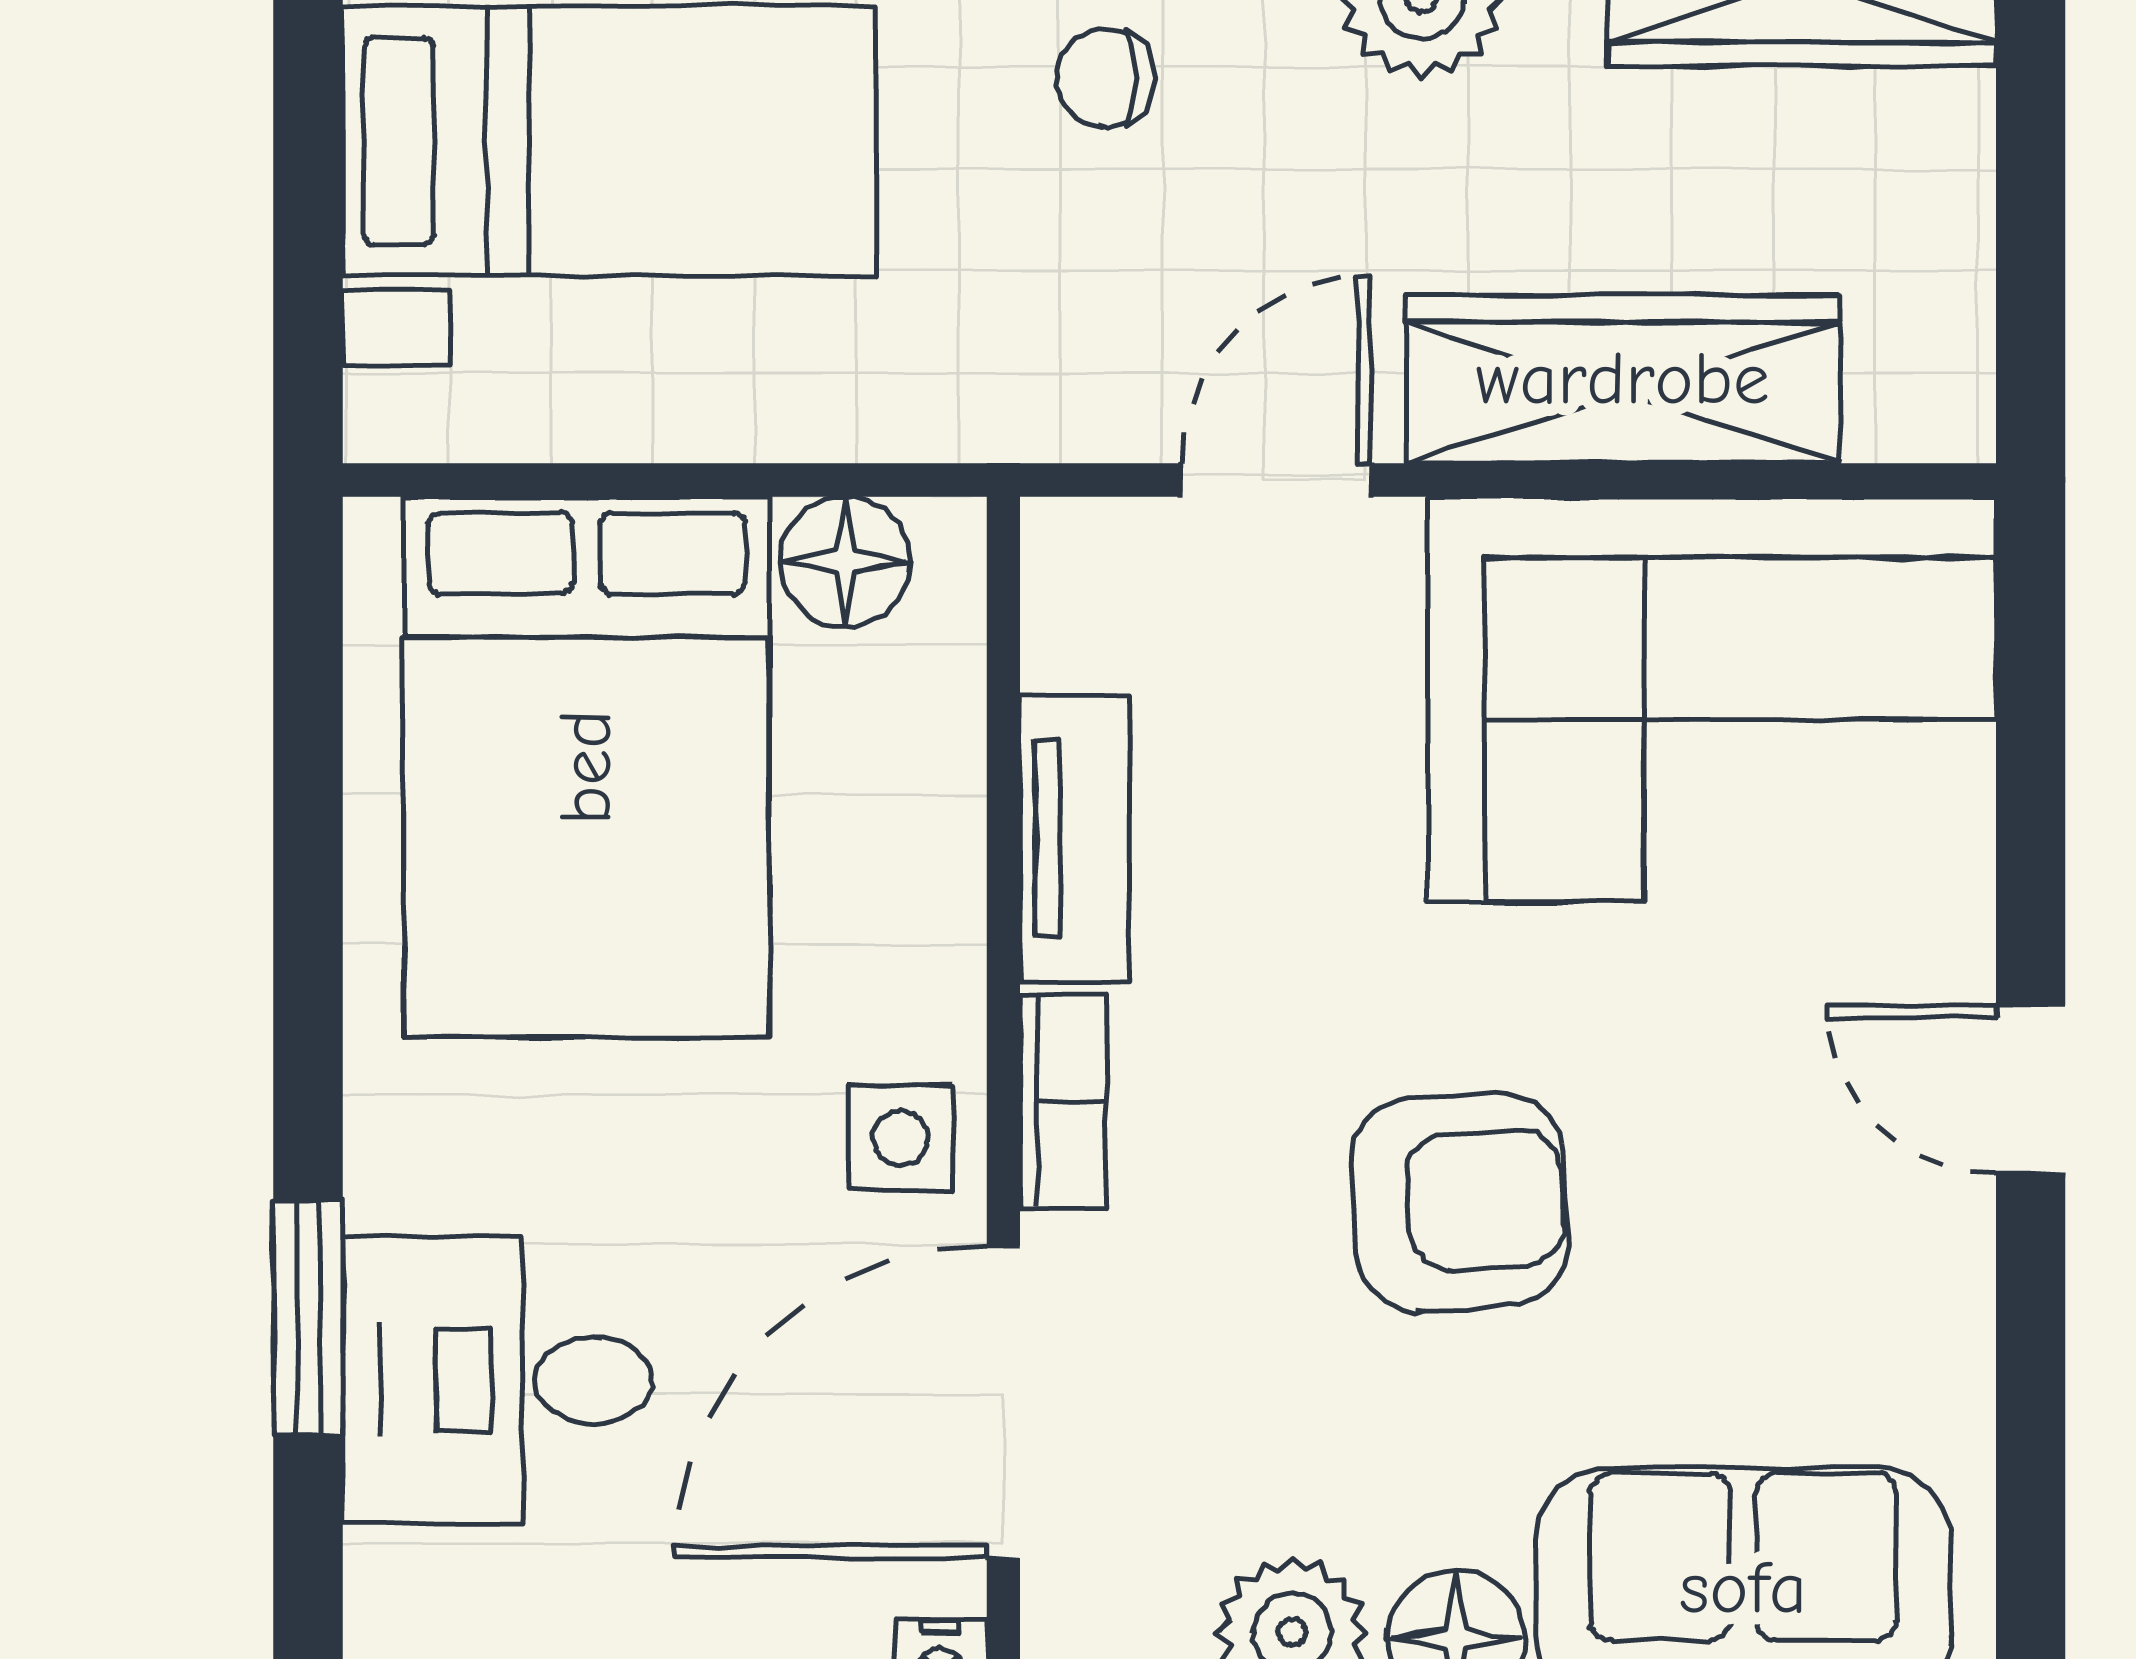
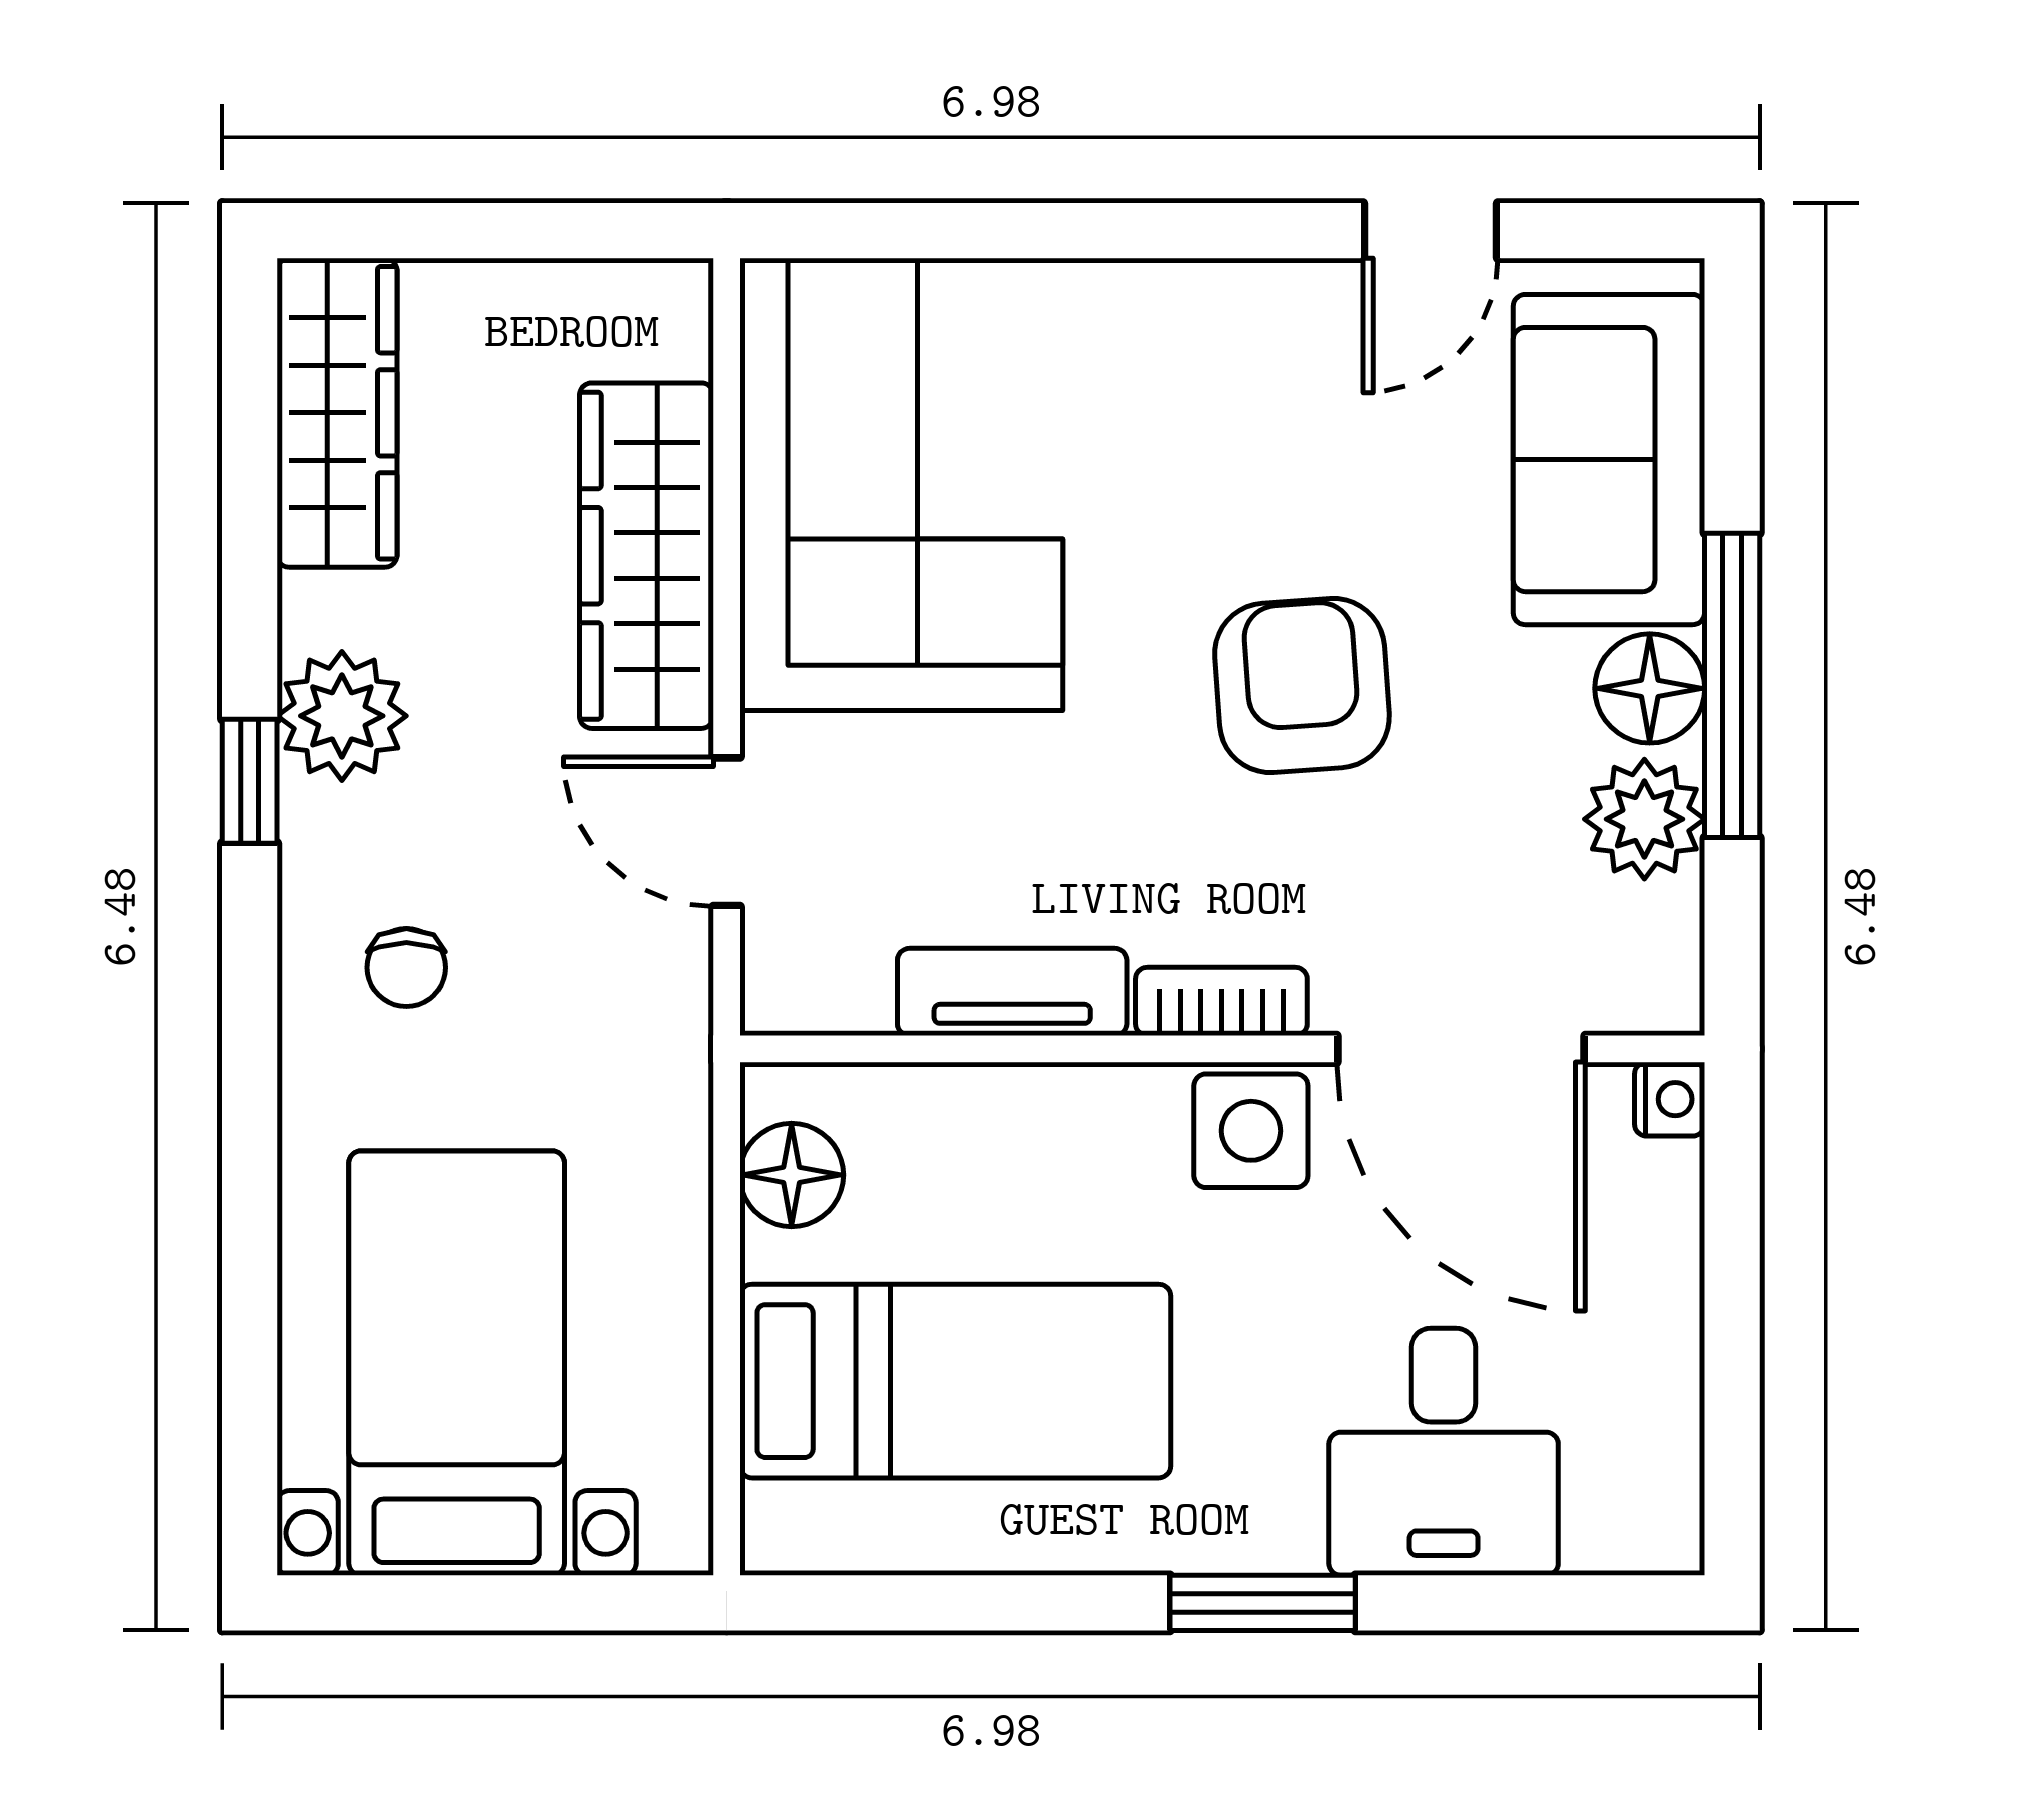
bed: (586, 767) -> (955, 1381), width x0.67
door: (2031, 1089) -> (1431, 231), moved
side table: (901, 1138) -> (1251, 1131), width x1.37, depth x1.37
window: (308, 1318) -> (1263, 1603), moved

